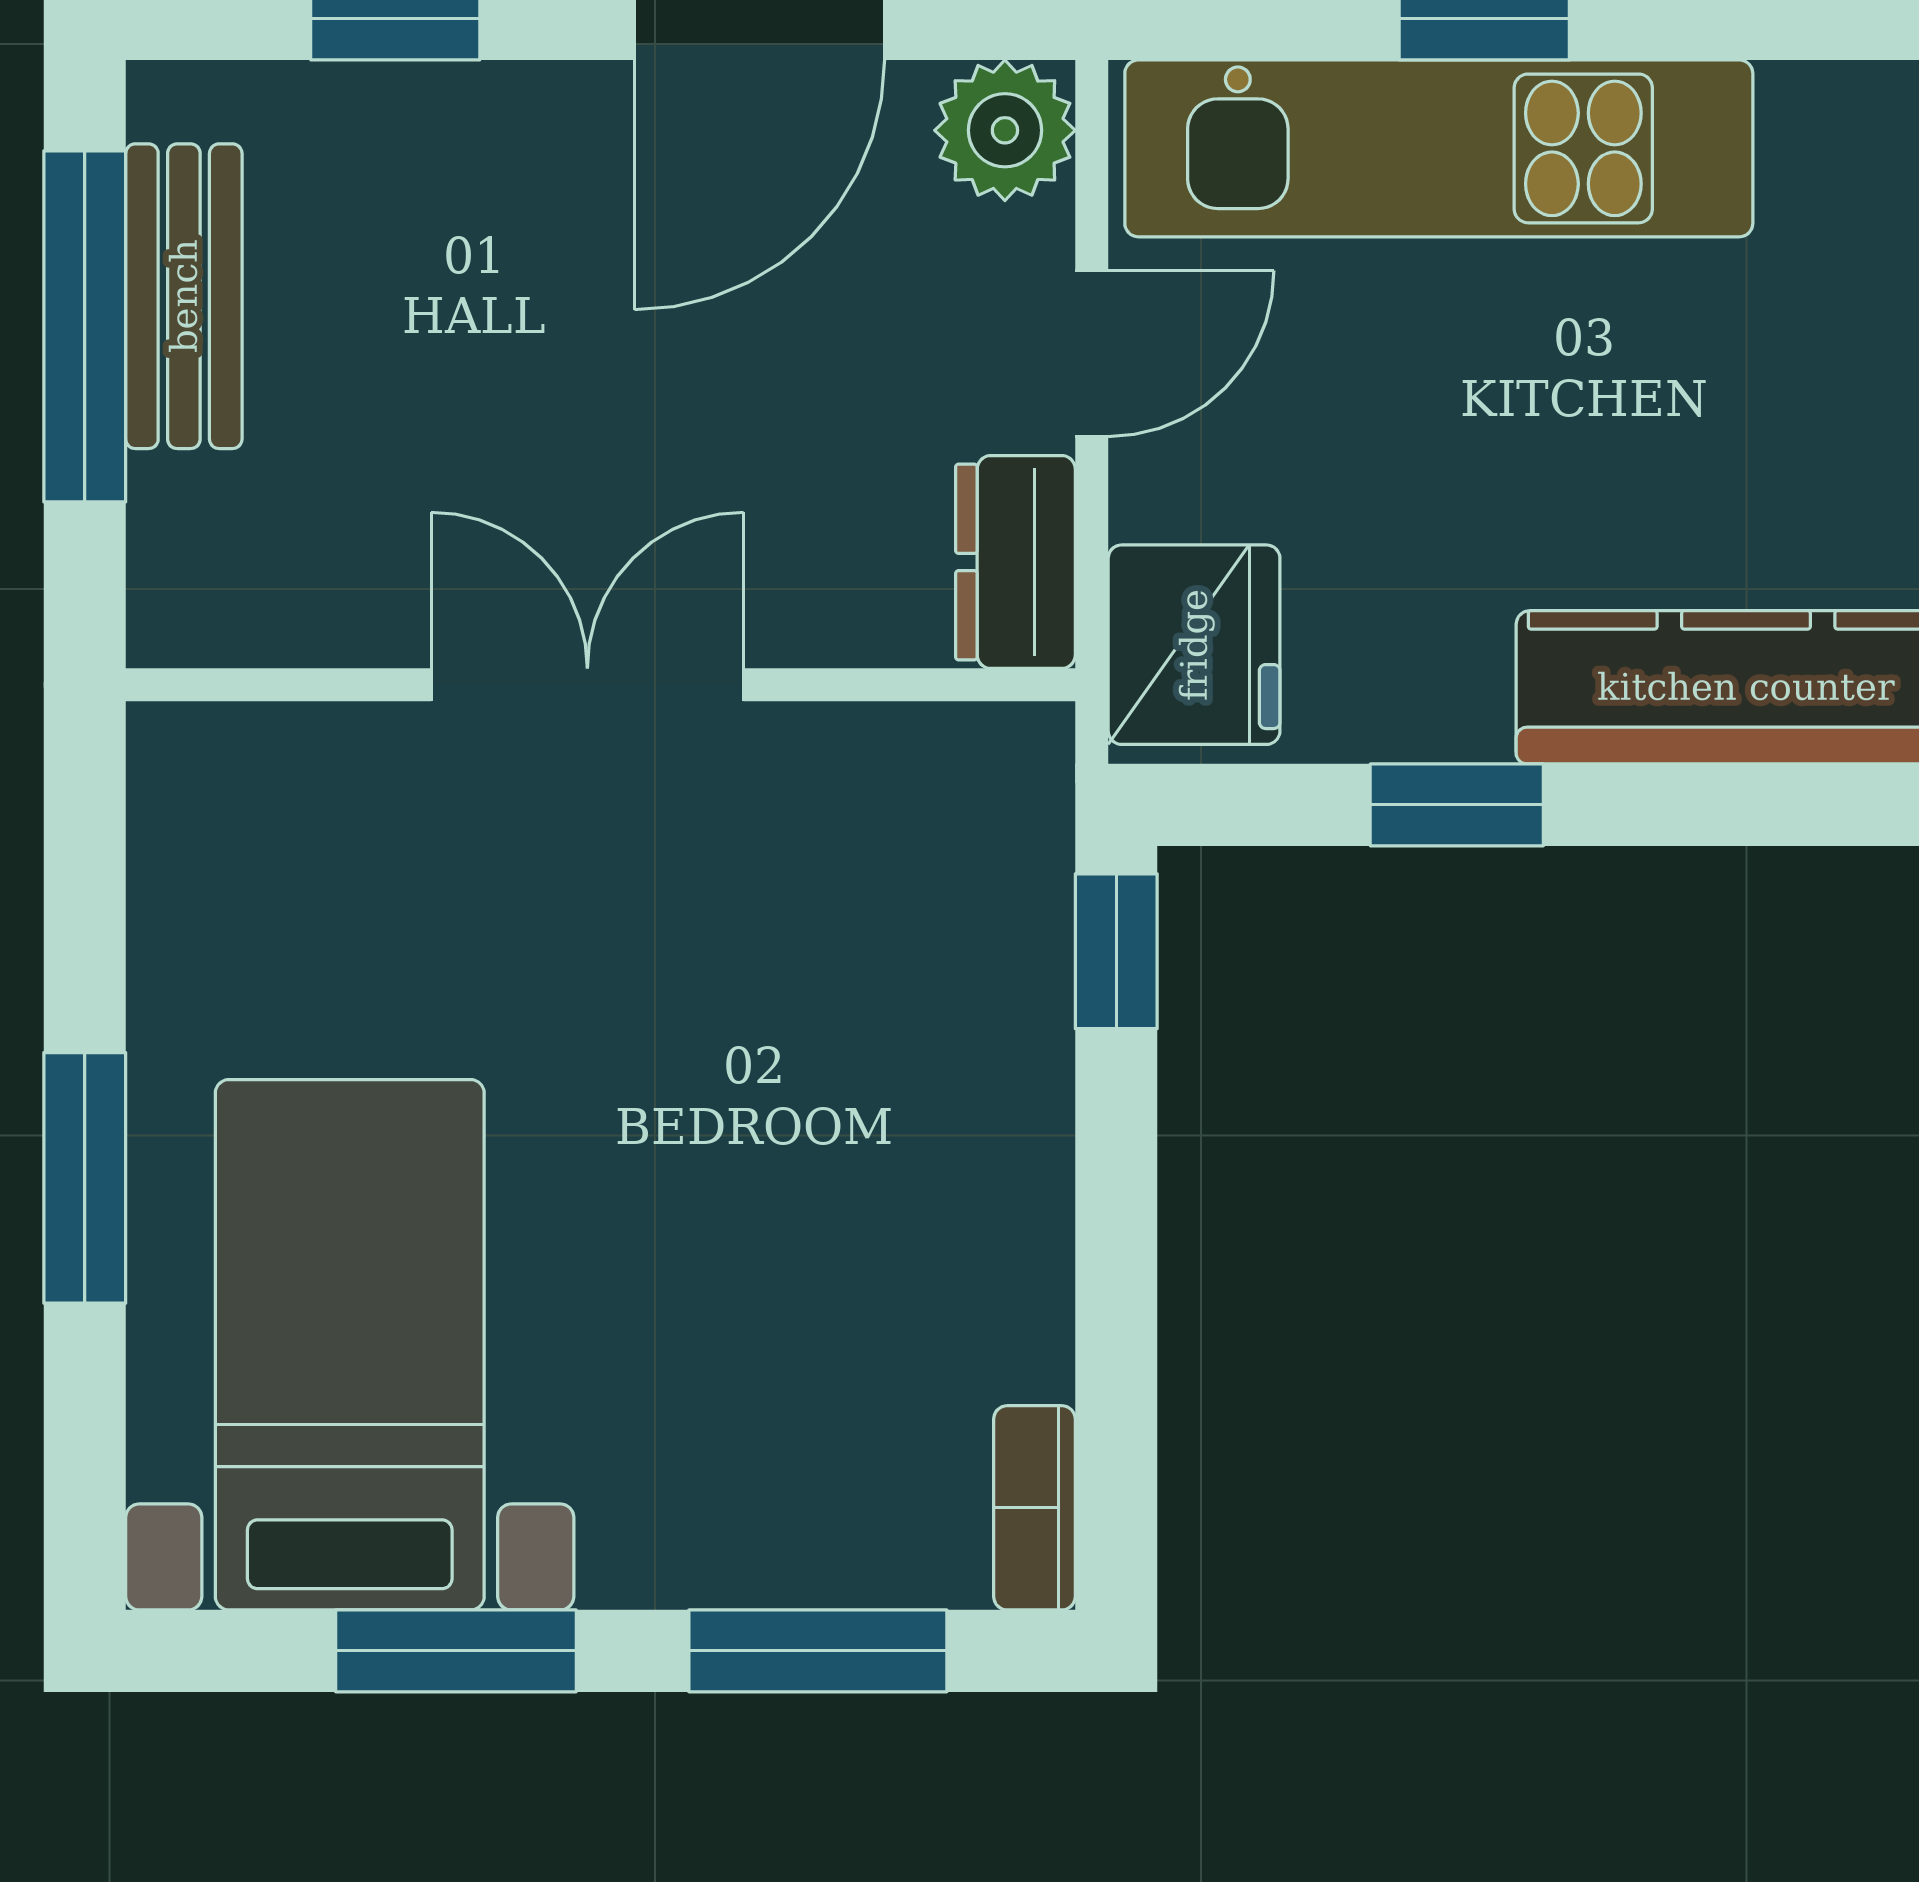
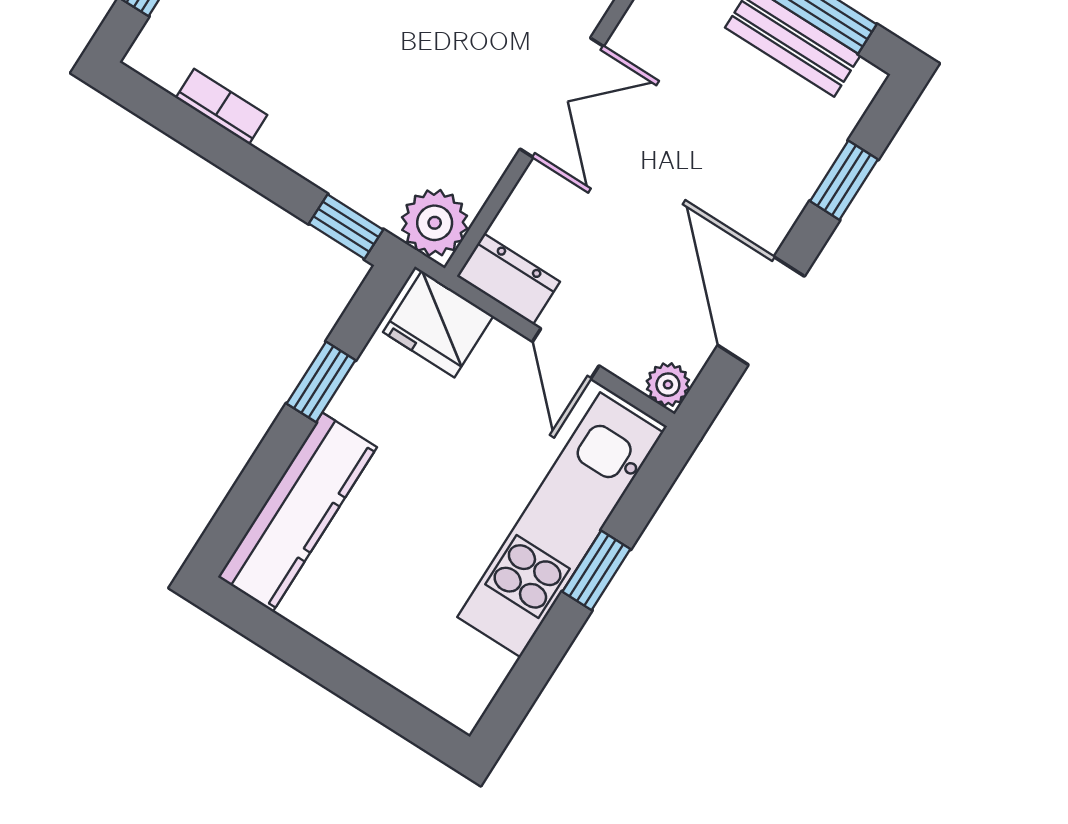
plant: (1005, 130) -> (668, 385), width x0.73, depth x0.73
plant: (997, 780) -> (435, 223), added
bookcase: (1034, 1508) -> (221, 106), moved

